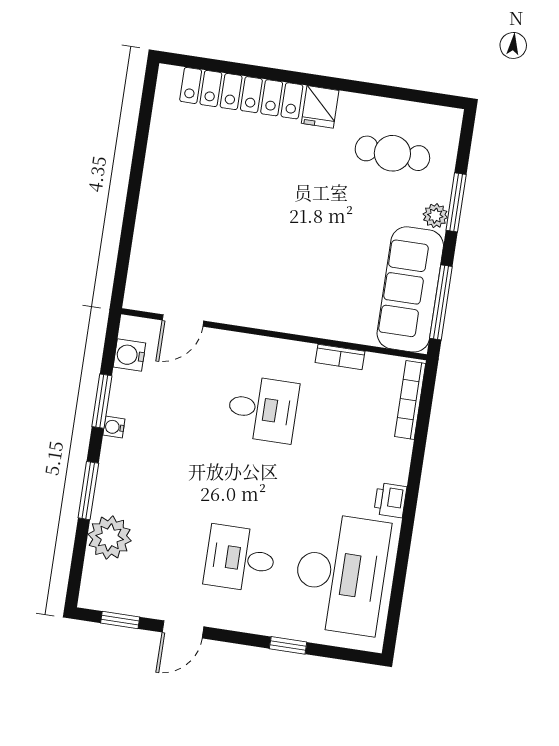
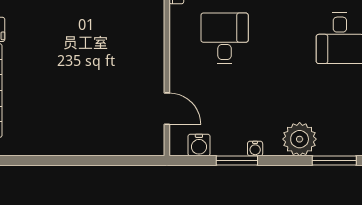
window: (88, 491) -> (334, 161), moved
plant: (110, 537) -> (300, 139), moved

